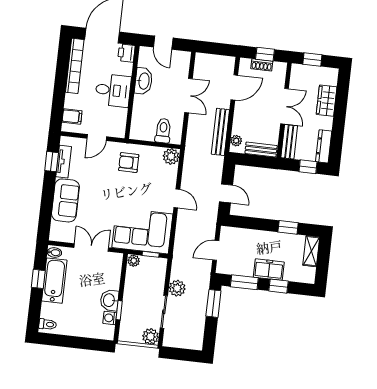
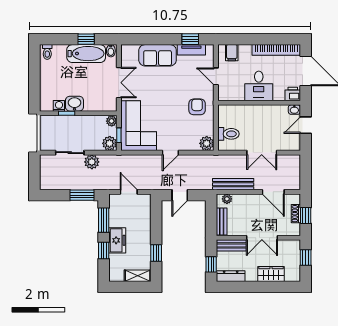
washbasin: (144, 81) -> (294, 110), moved, width x0.52, depth x0.69
plant: (150, 337) -> (110, 143), moved

